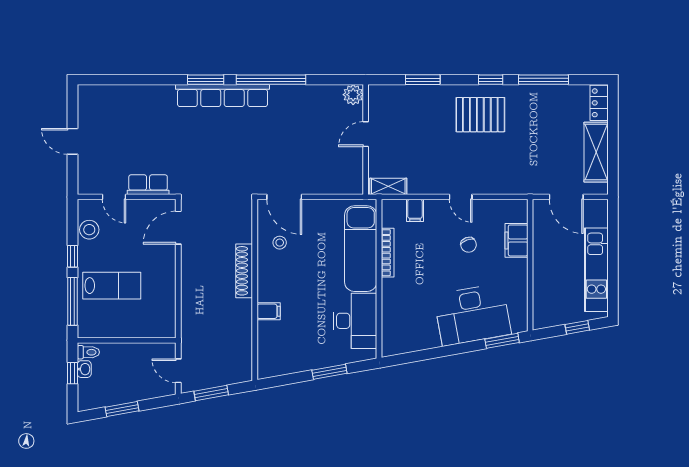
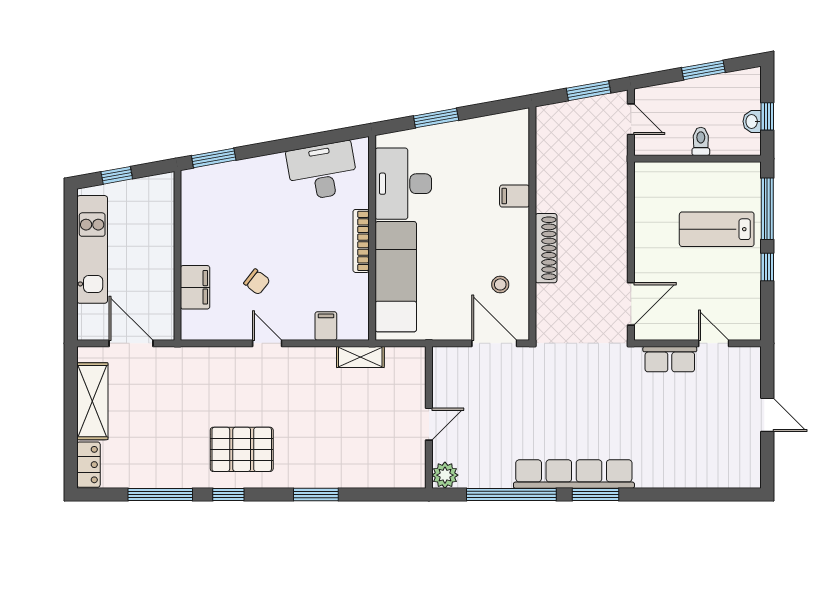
plant: (353, 95) -> (445, 475), moved
door: (366, 134) -> (429, 424), moved
wall: (366, 140) -> (429, 417), moved
stool: (89, 230) -> (746, 301), removed
chair: (469, 245) -> (257, 282), turned 149
bookcase: (388, 253) -> (361, 241), moved
desk: (472, 315) -> (322, 171), moved, width x0.73, depth x0.77
toilet: (88, 352) -> (701, 141), moved, turned 90

